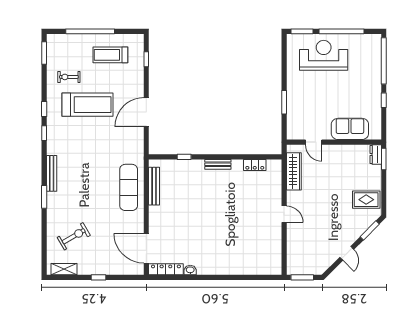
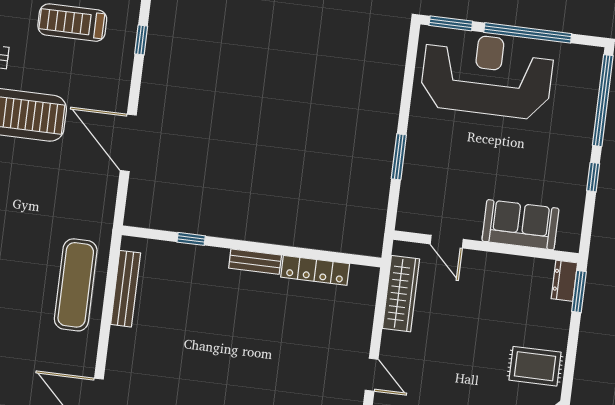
reception desk: (324, 55) -> (487, 75), width x1.36, depth x1.30
door: (146, 112) -> (128, 143), hinge flipped
locker: (255, 165) -> (315, 270), width x1.53

